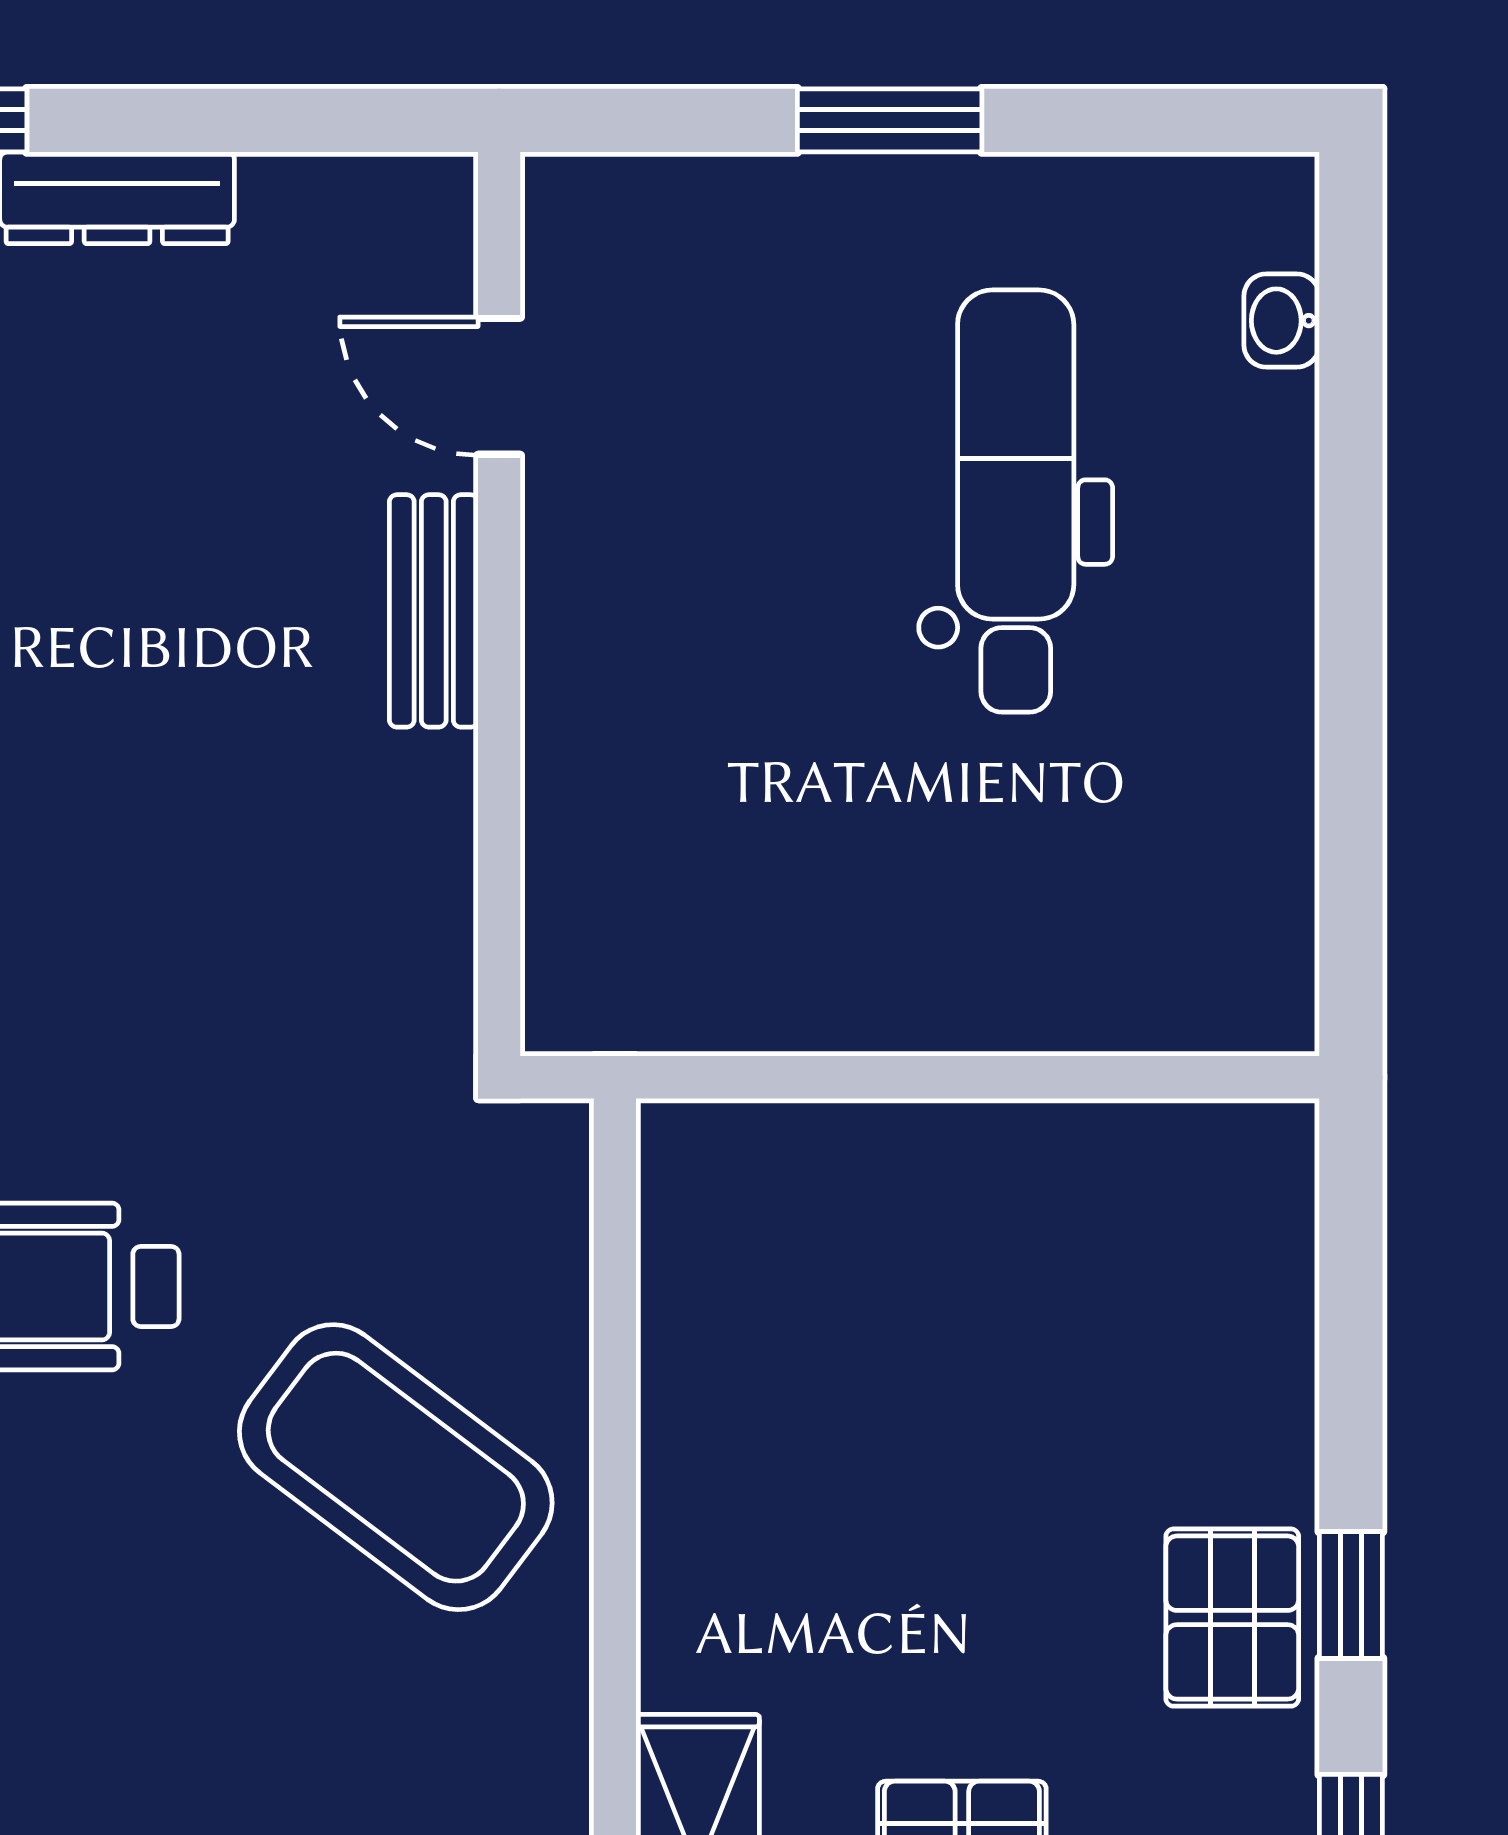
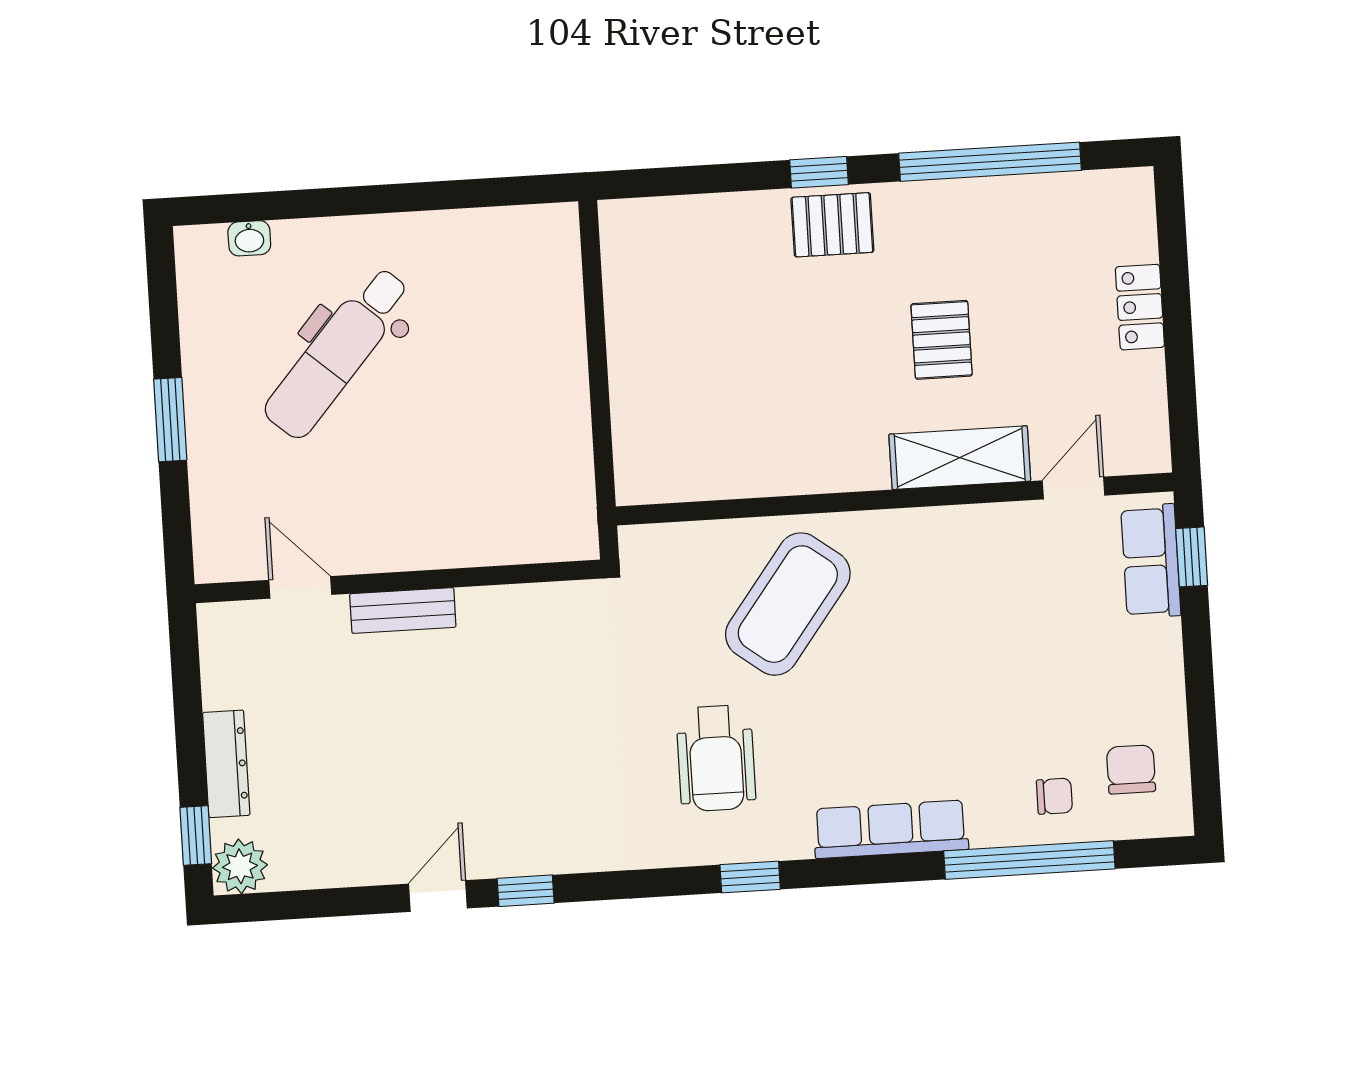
door: (499, 386) -> (300, 587), swing flipped
dental chair: (1016, 501) -> (338, 353), turned -49

